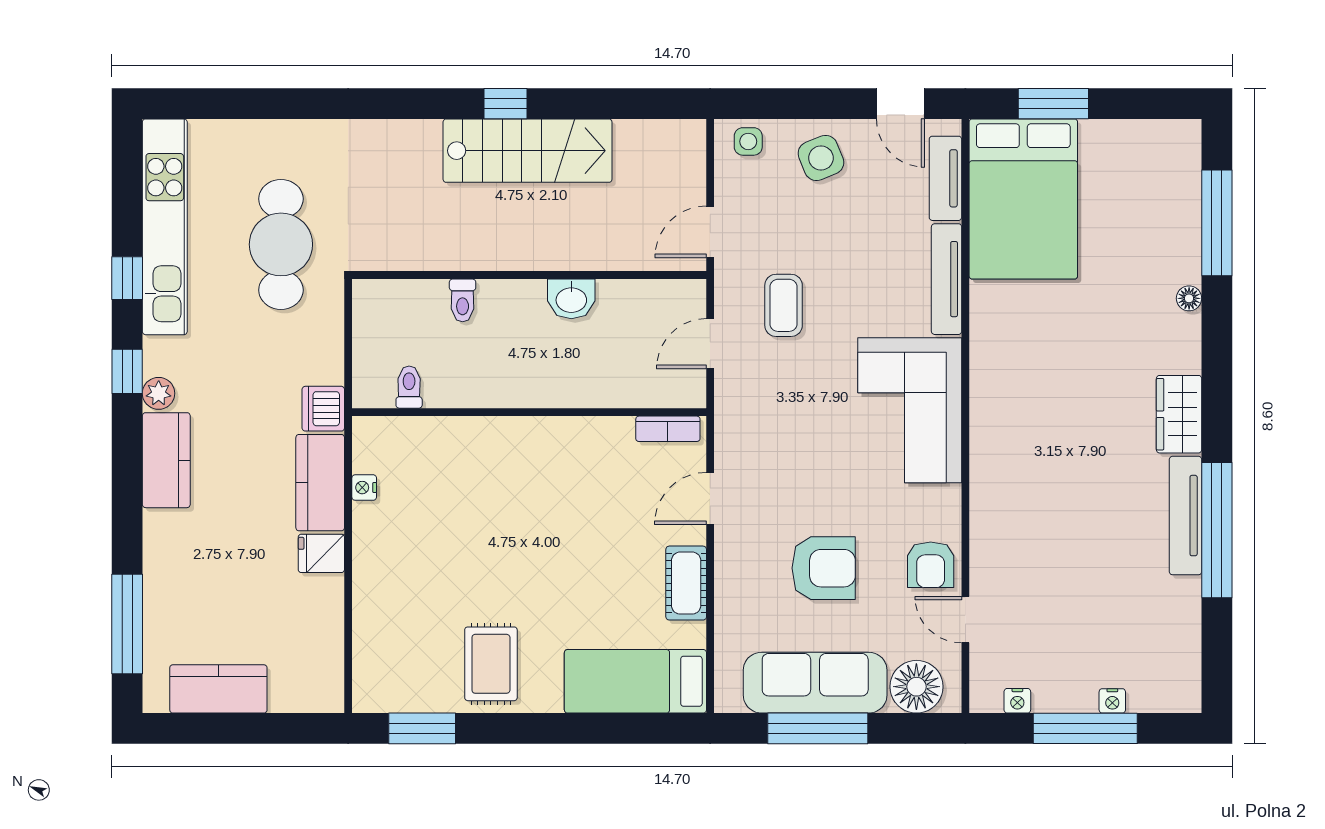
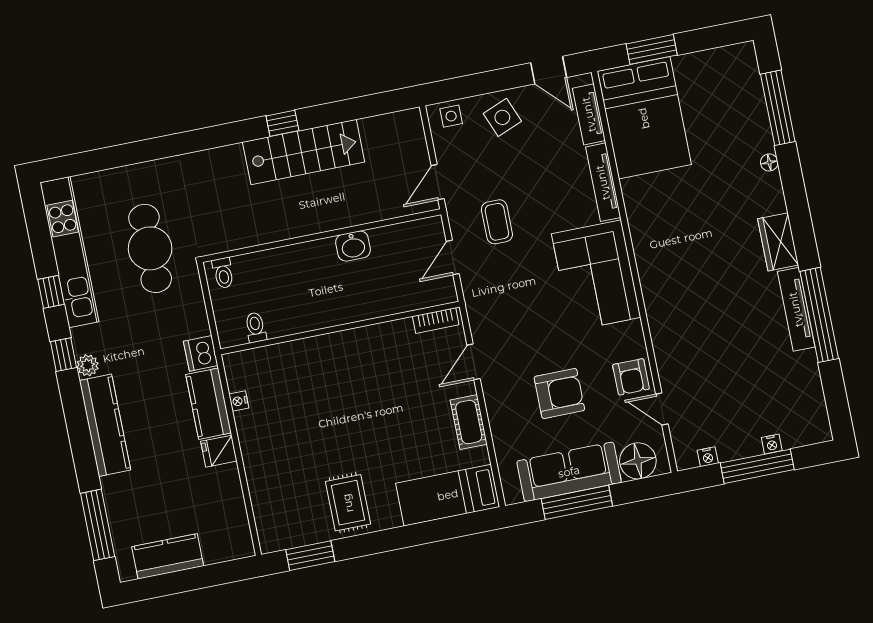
toilet: (463, 300) -> (223, 273), moved
kitchen counter: (166, 460) -> (105, 425), width x1.50

